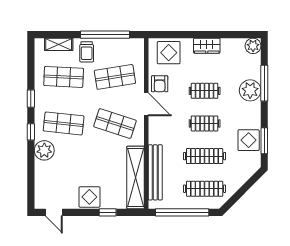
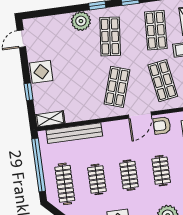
clothes rail: (205, 156) -> (97, 179), width x0.73
shelving: (136, 177) -> (50, 119), width x0.45, depth x0.75

